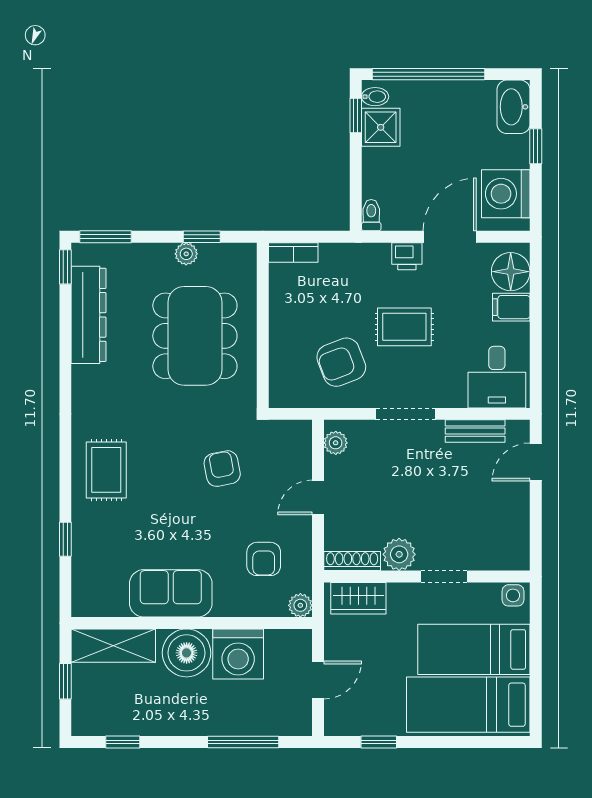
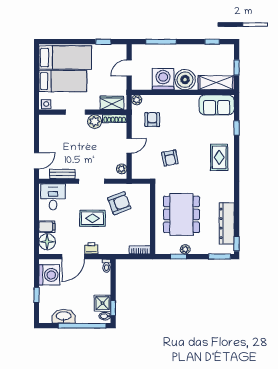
washbasin: (514, 107) -> (64, 316), moved, turned -90
sofa: (171, 593) -> (217, 105), moved

